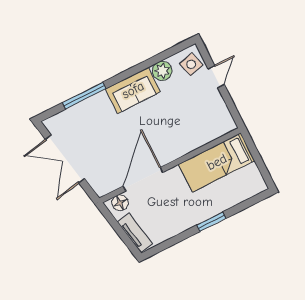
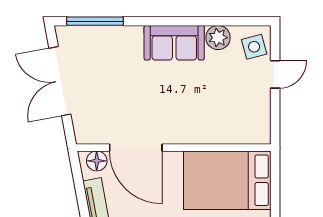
window: (84, 96) -> (95, 21), moved
bed: (217, 162) -> (227, 180), width x1.50
door: (143, 179) -> (136, 148), swing flipped

